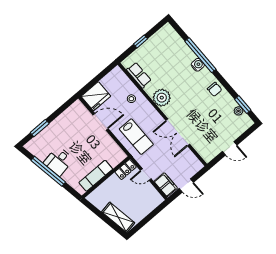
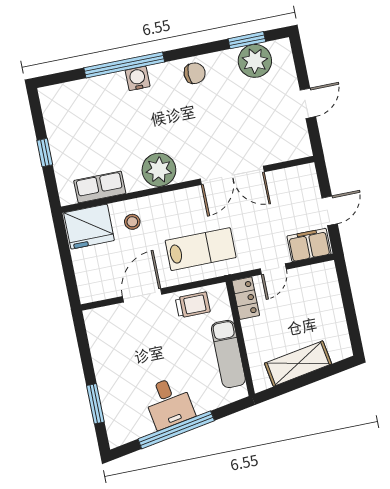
fridge: (96, 96) -> (89, 227), moved, turned 90
plant: (238, 111) -> (255, 61), width x1.88, depth x1.88
trolley: (109, 147) -> (193, 305), added
shelving: (118, 217) -> (298, 364), moved

